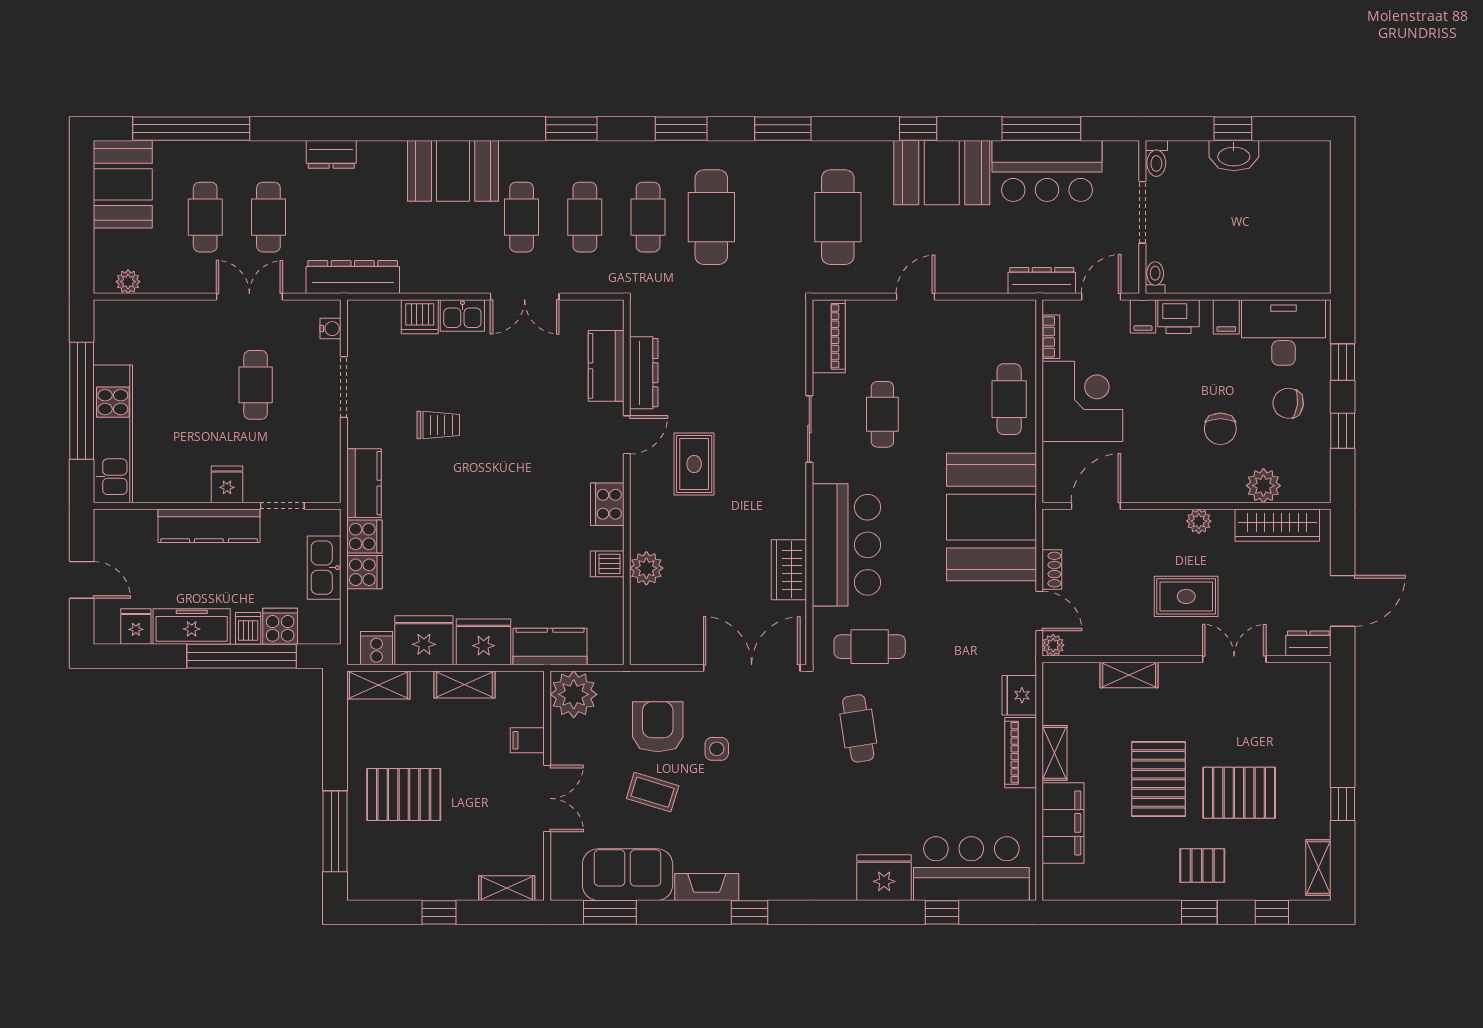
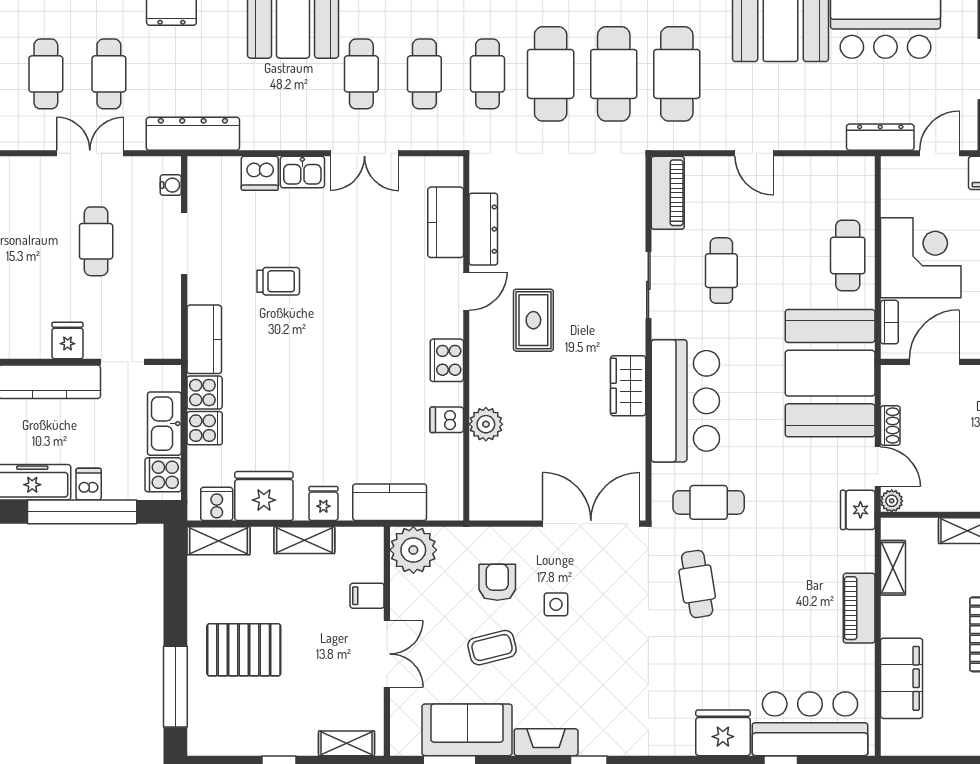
cafe table: (775, 217) -> (614, 74), added
door: (915, 297) -> (754, 153), swing flipped
bookcase: (1051, 337) -> (889, 322), moved
wardrobe: (789, 570) -> (628, 386), moved
cooker: (280, 626) -> (163, 475), moved, turned -90
fridge: (484, 642) -> (323, 503), width x0.53, depth x0.75
fridge: (1019, 695) -> (858, 510), moved
armchair: (658, 727) -> (497, 582), width x0.72, depth x0.72
shelving: (1054, 753) -> (893, 568), moved
coffee table: (653, 792) -> (492, 648), turned -31

